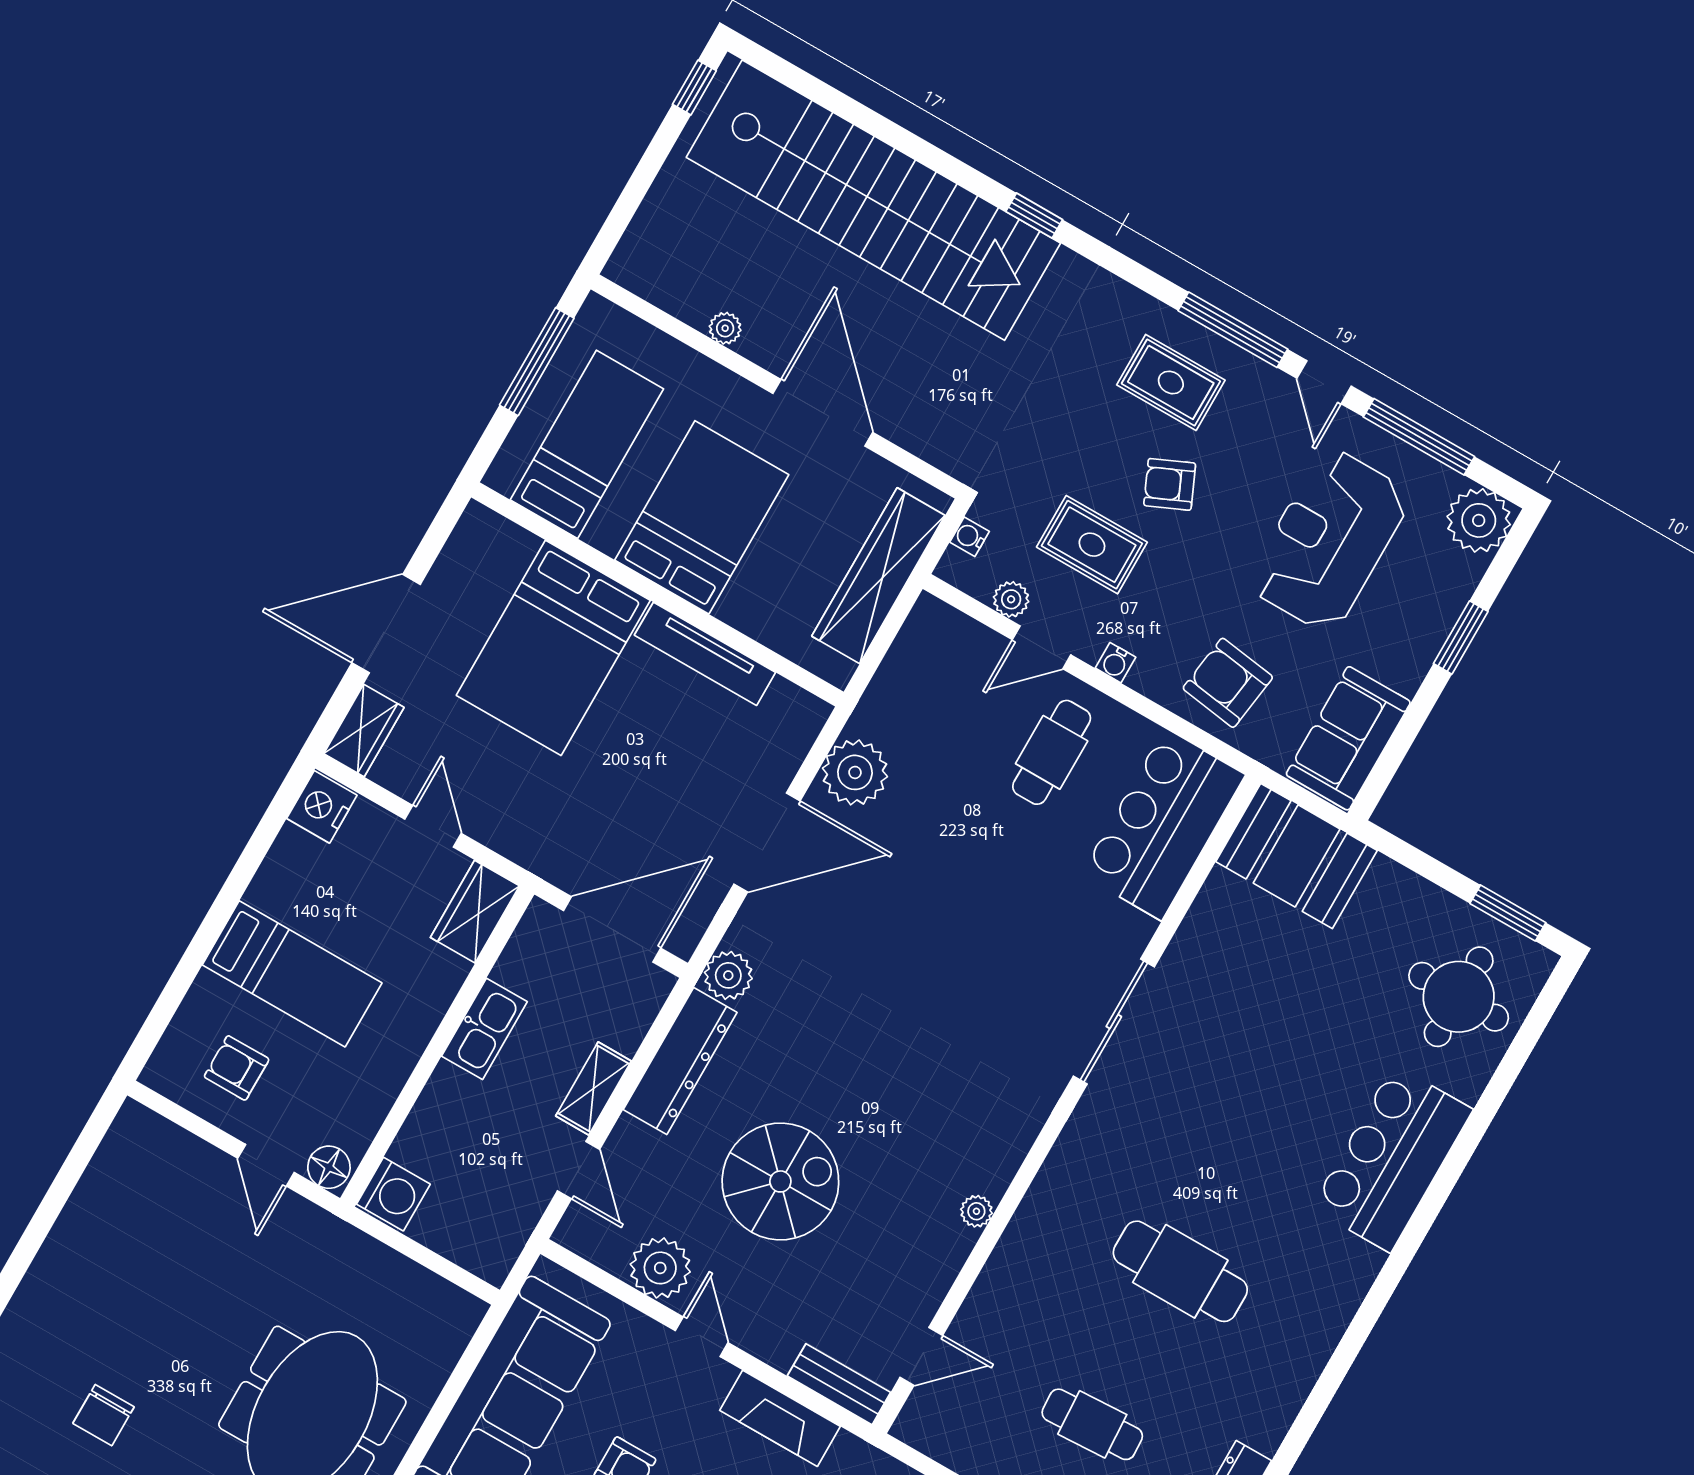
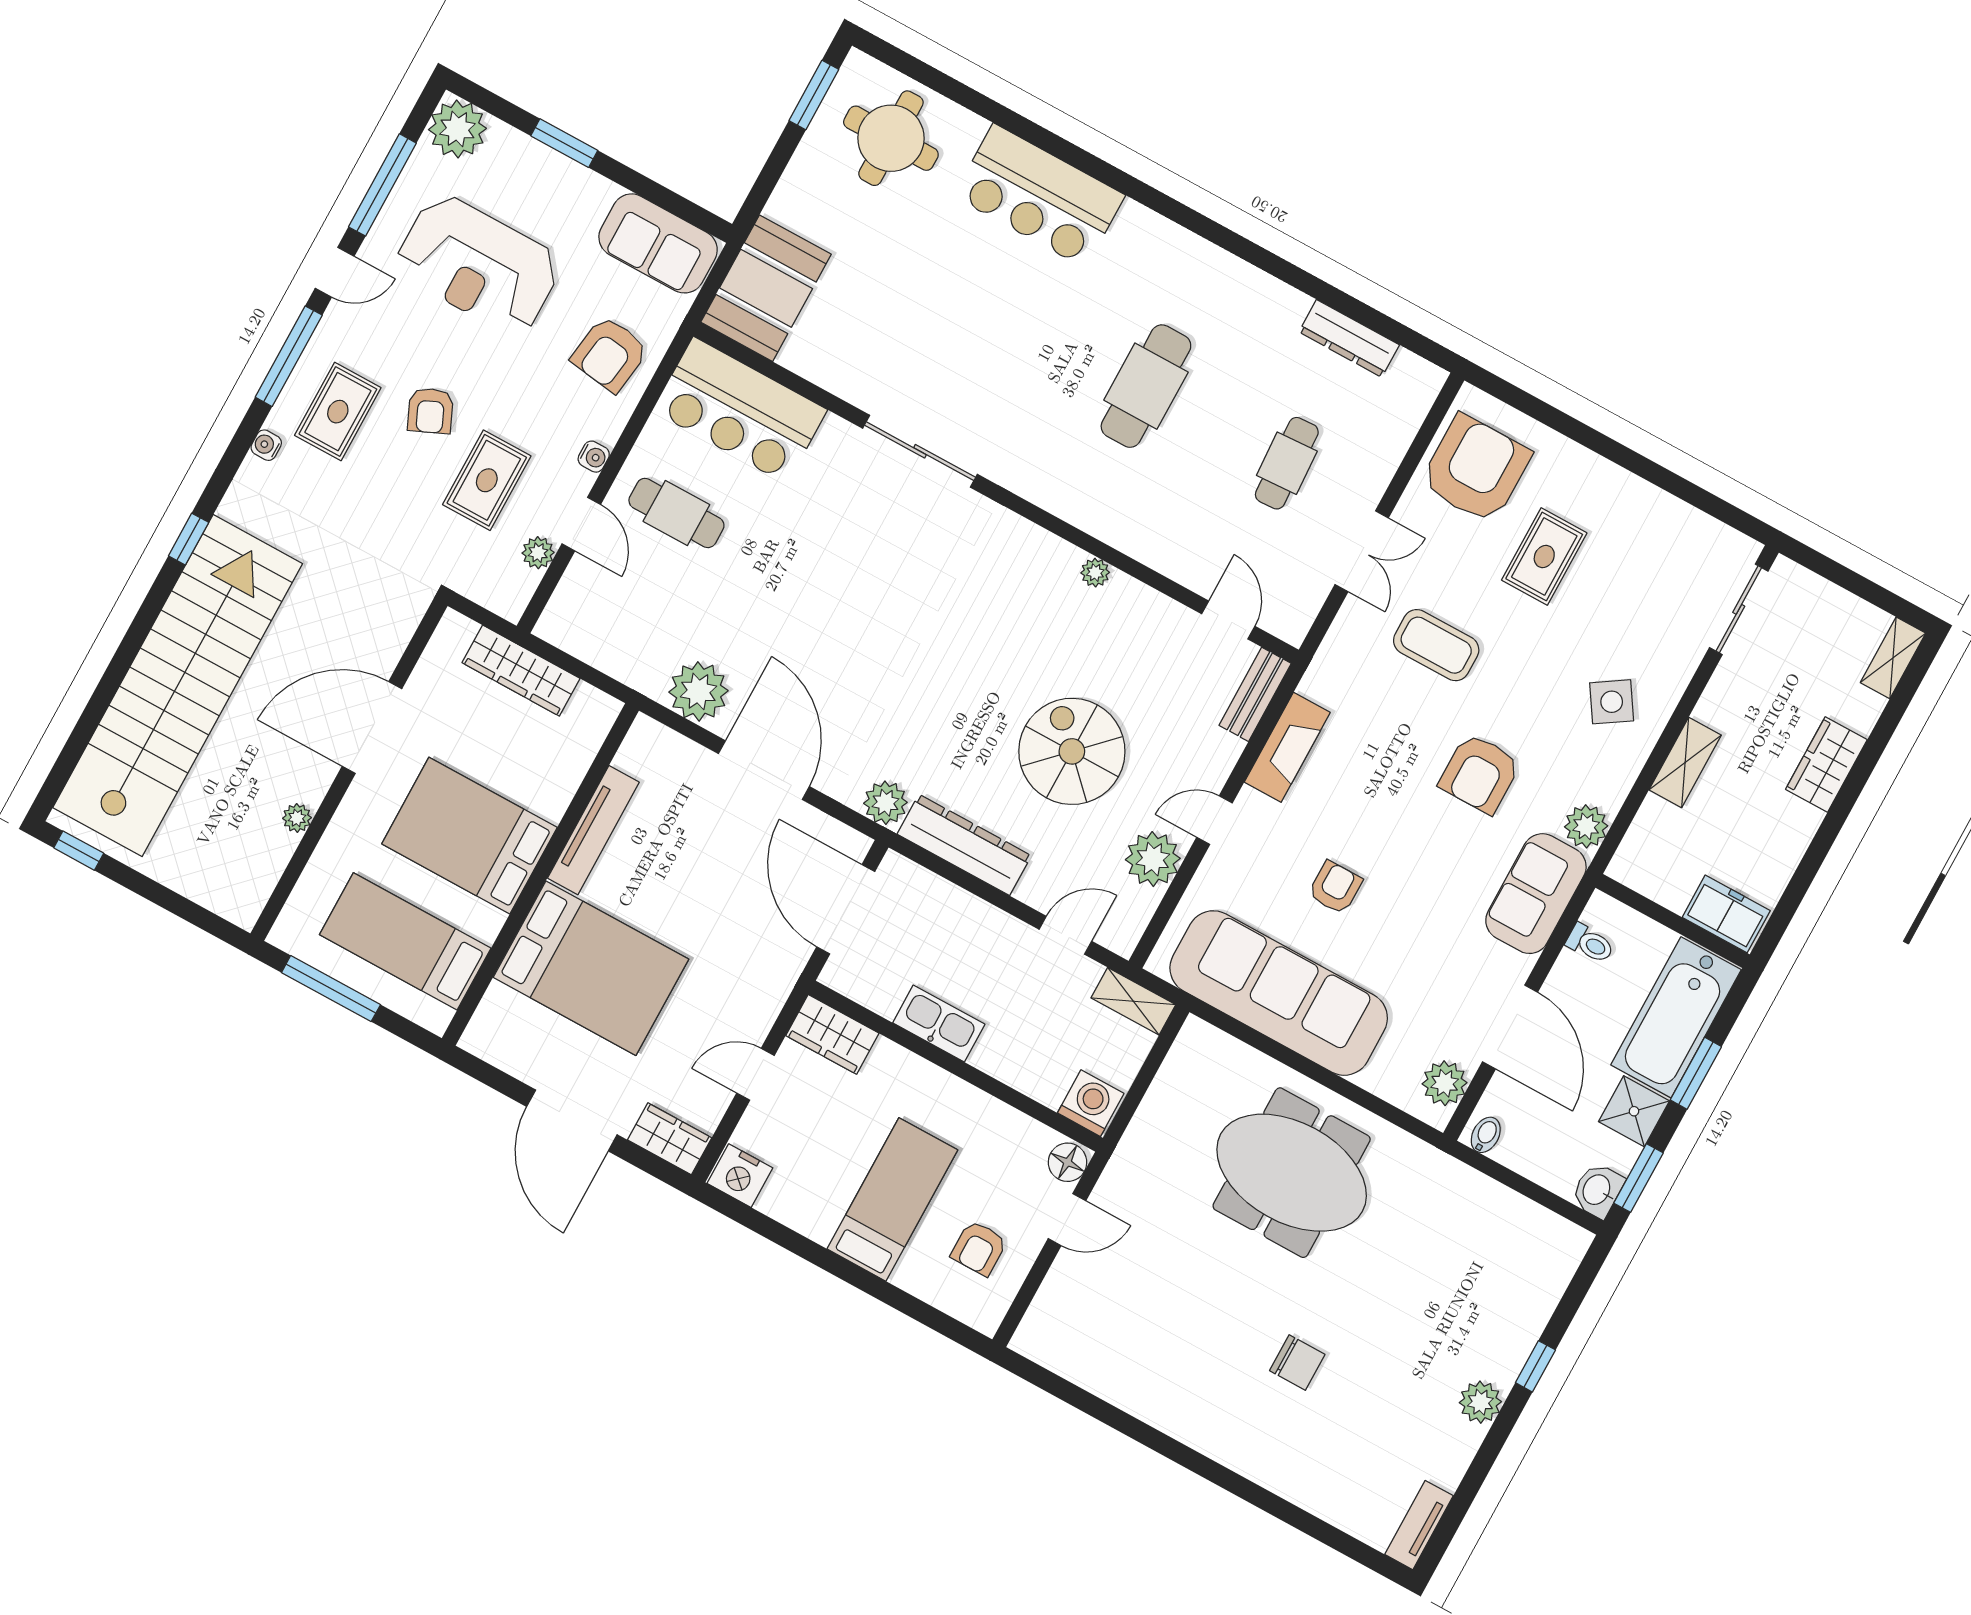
water cooler: (970, 537) -> (266, 445), moved, turned 90
wardrobe: (878, 576) -> (521, 671), width x0.71, depth x0.85
shelving: (593, 1088) -> (1133, 1001), moved

